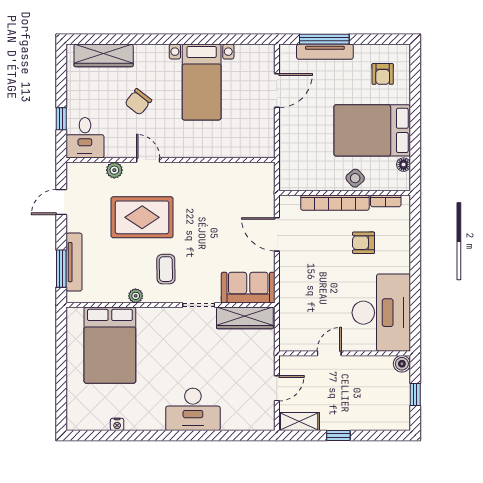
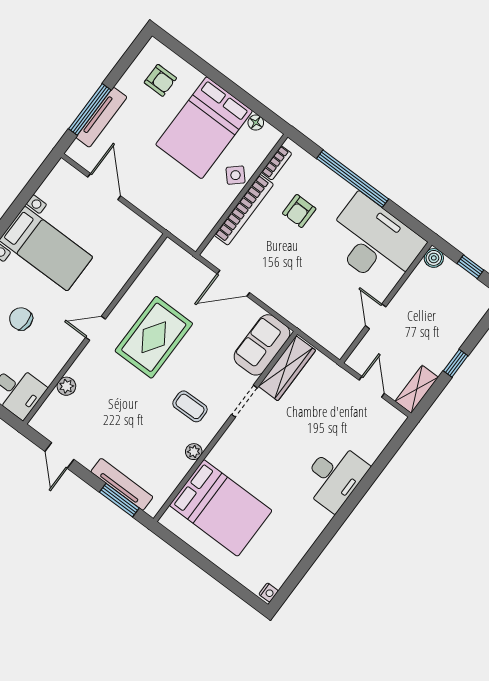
chair: (138, 102) -> (21, 319), turned 142
door: (148, 160) -> (95, 328), moved
rug: (142, 217) -> (154, 337), moved
window: (415, 264) -> (353, 179), added
nightstand: (117, 424) -> (269, 593), moved

